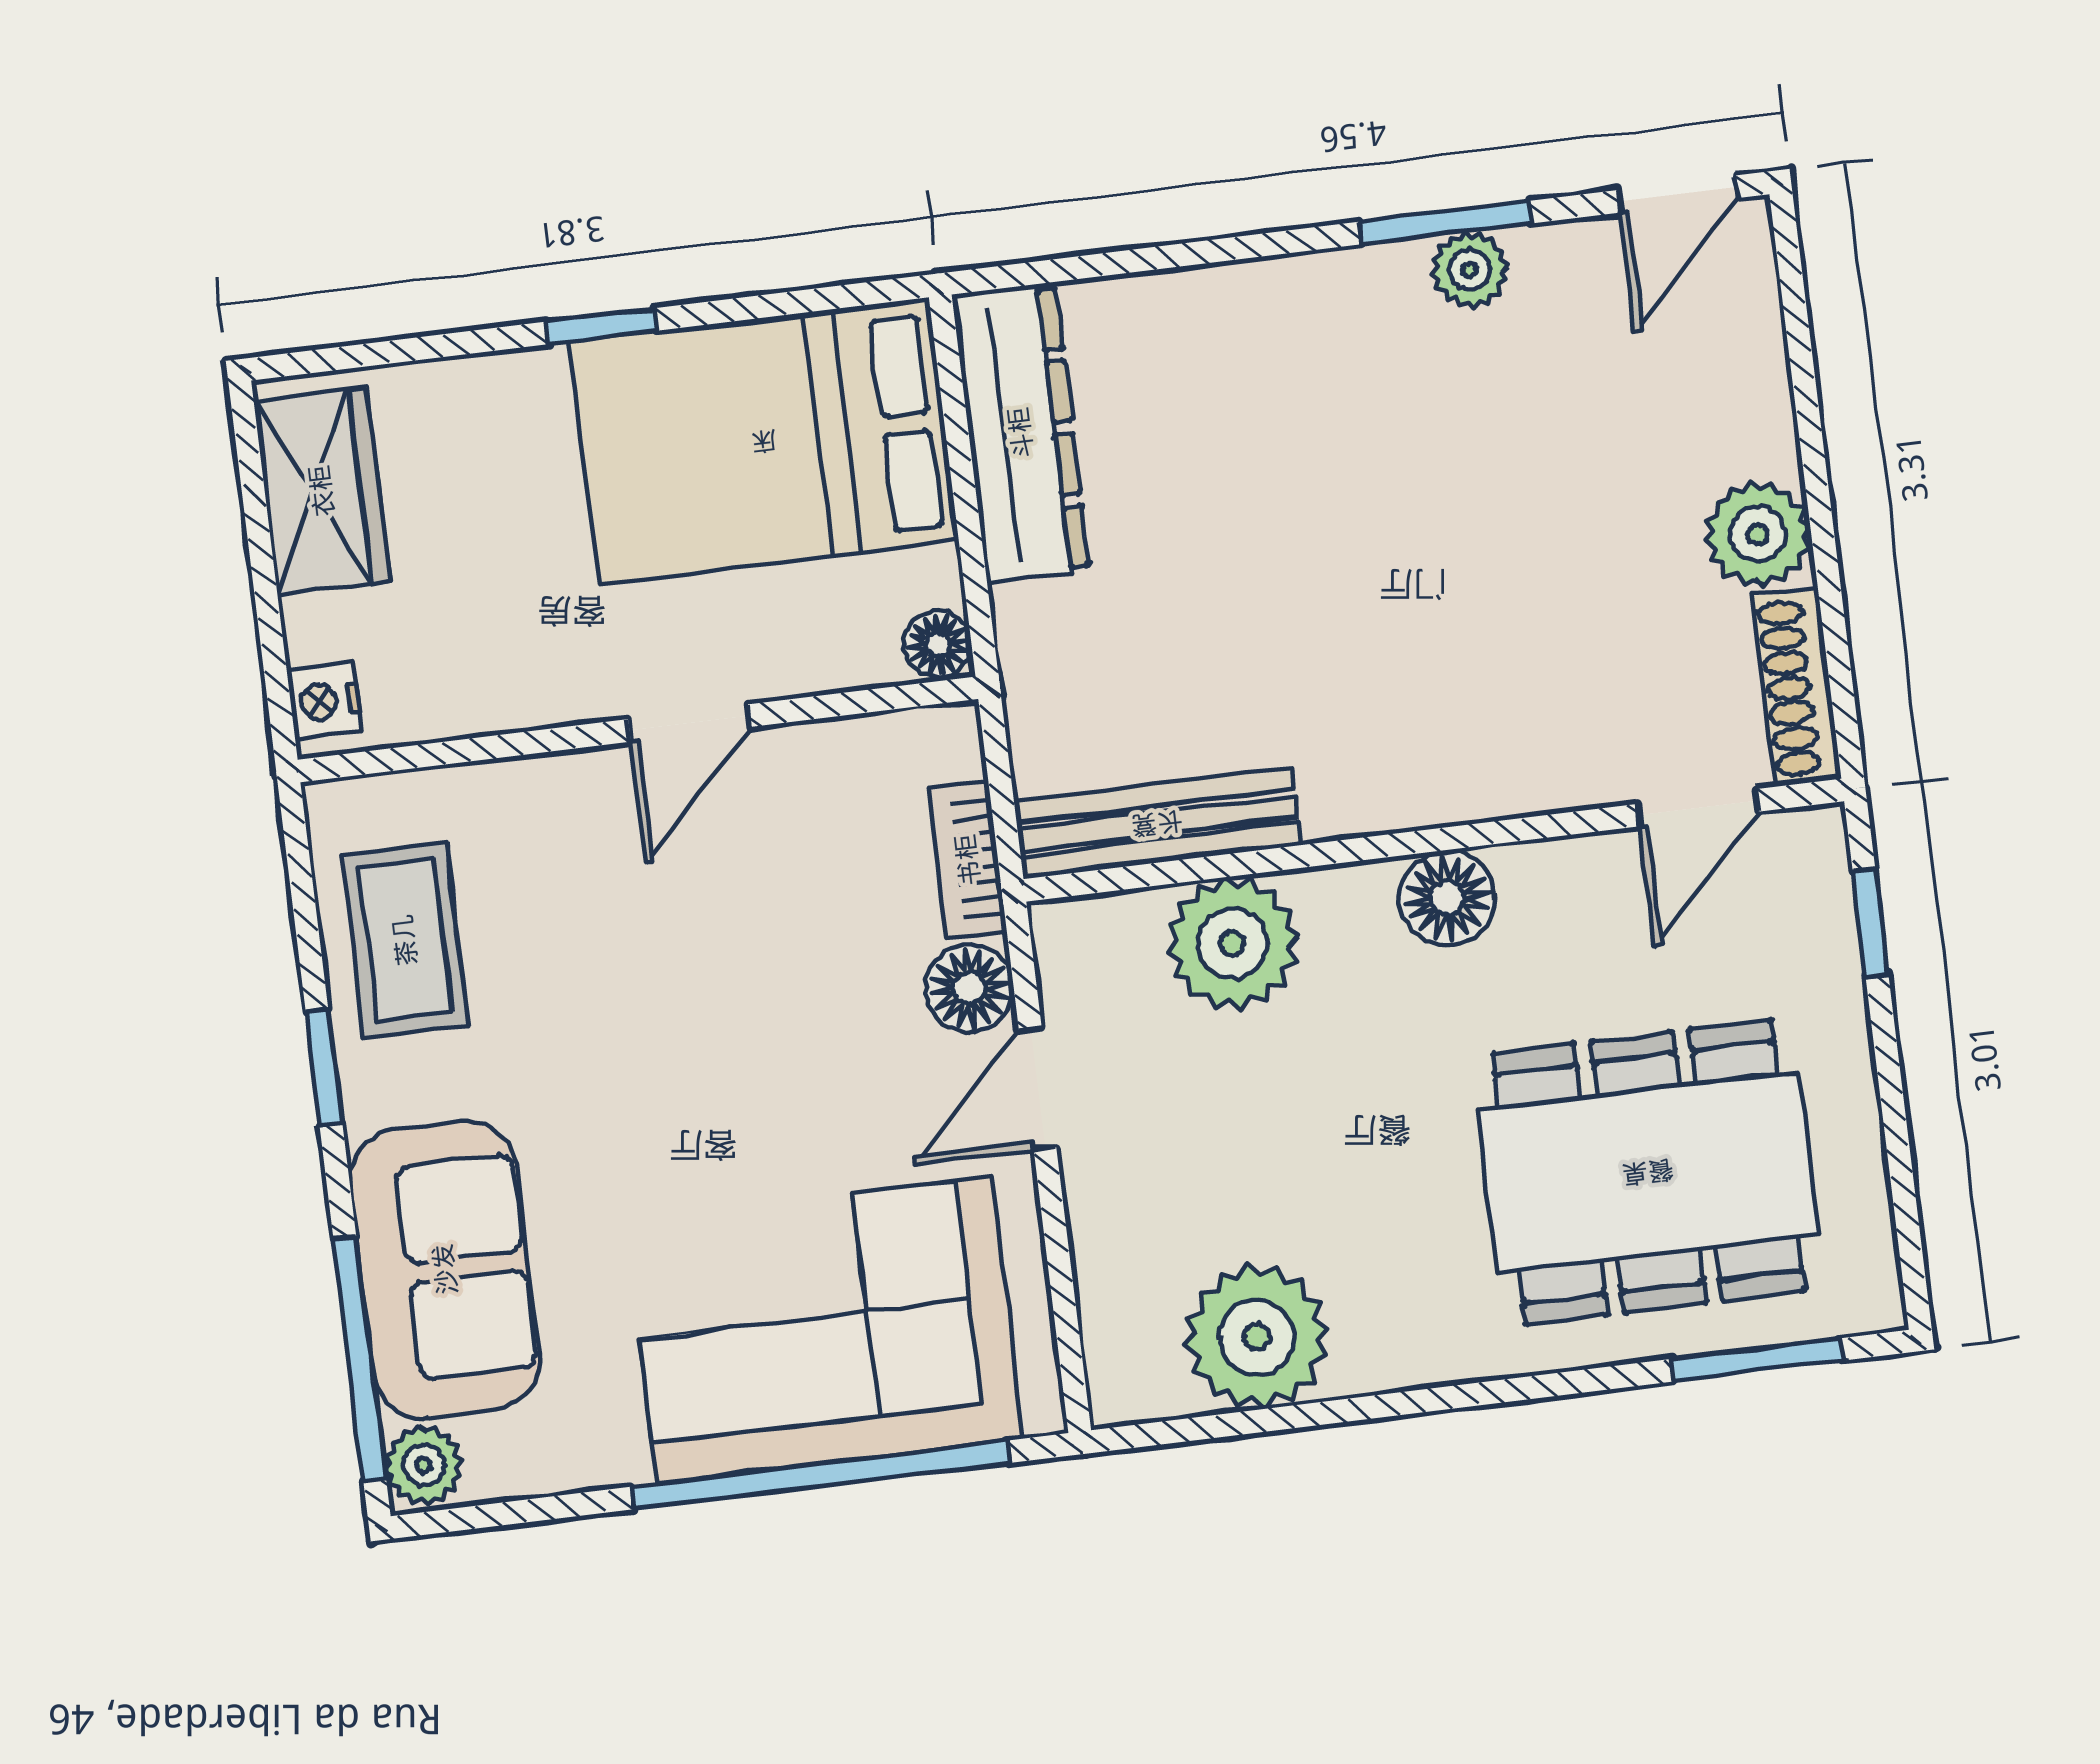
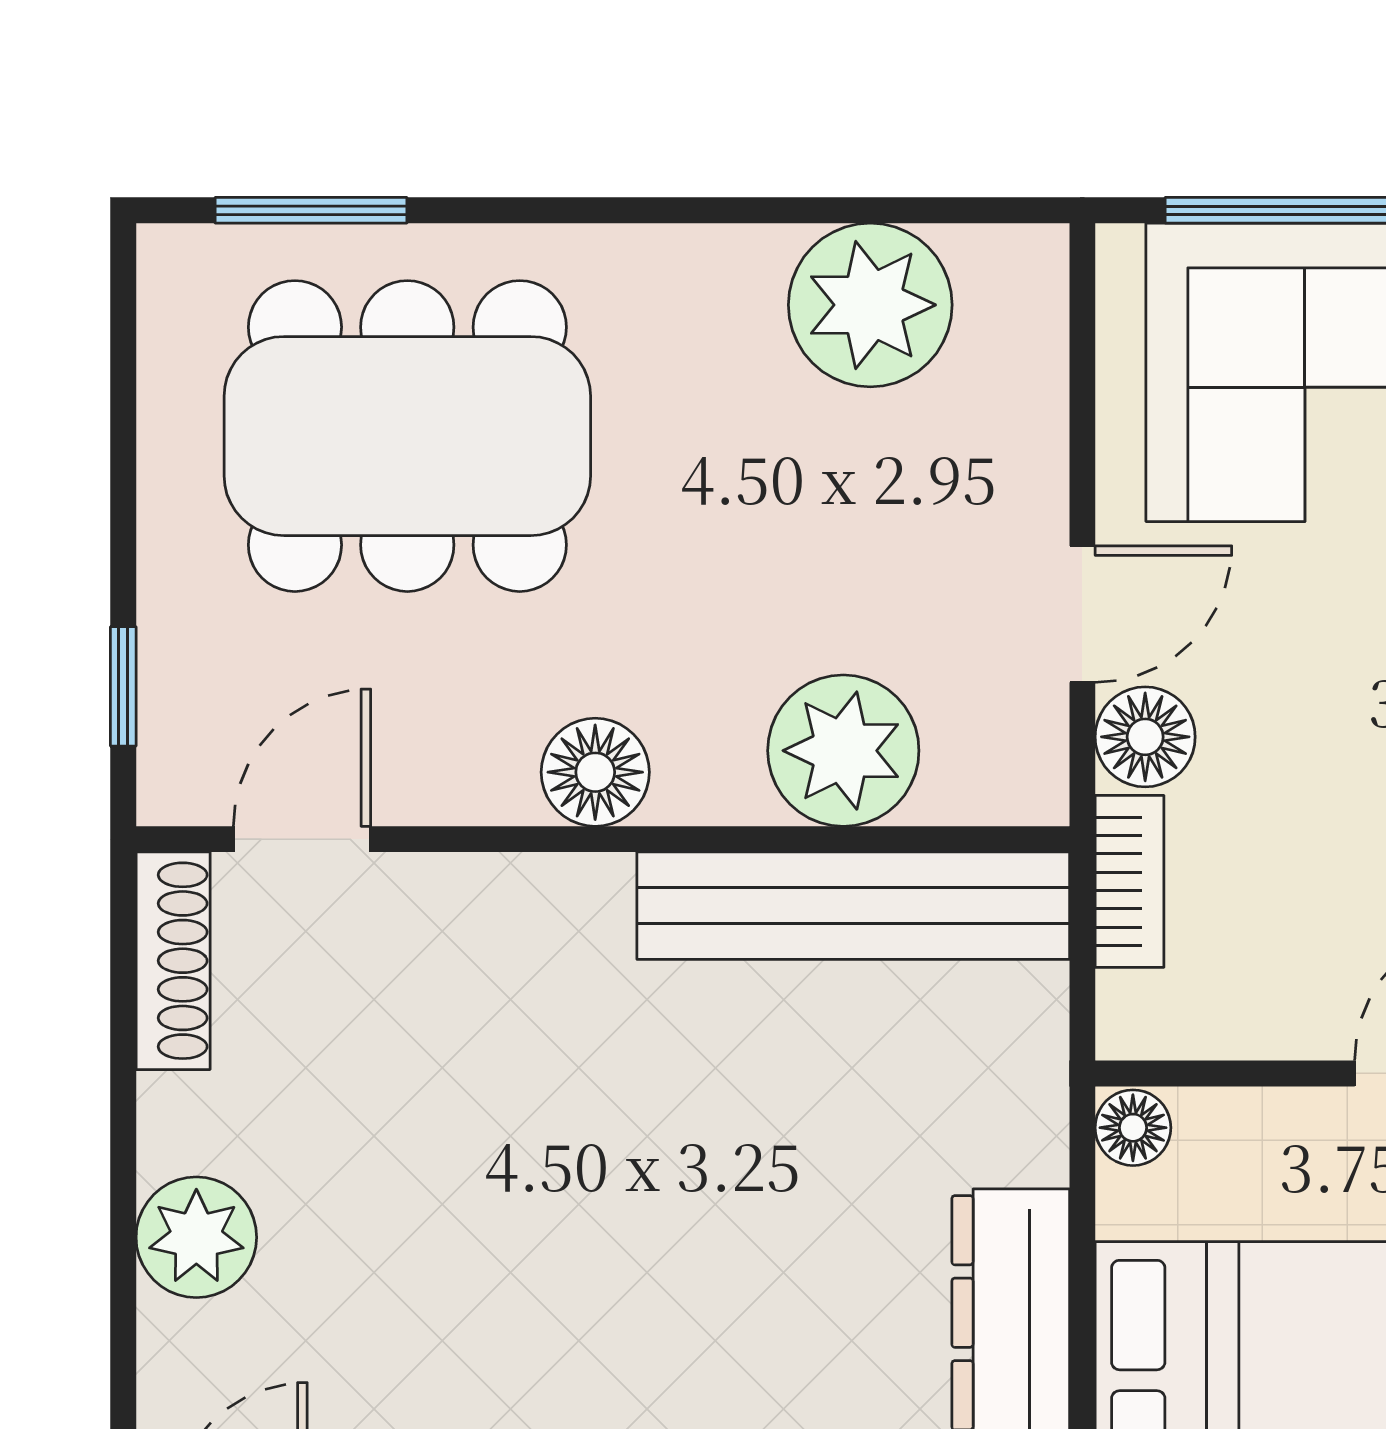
plant: (1758, 534) -> (196, 1237), moved
bench: (1157, 823) -> (853, 906), width x1.37, depth x1.21

